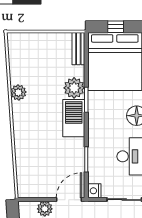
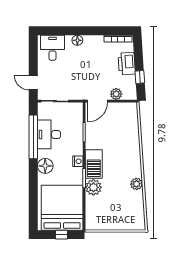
bench: (78, 49) -> (90, 218), removed
nightstand: (94, 191) -> (78, 161), moved

